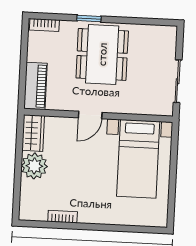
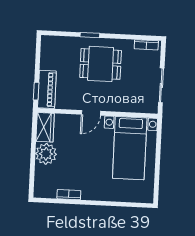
bookcase: (44, 25) -> (146, 45), moved
dining table: (102, 54) -> (101, 64), width x0.73
window: (22, 88) -> (36, 91), added

